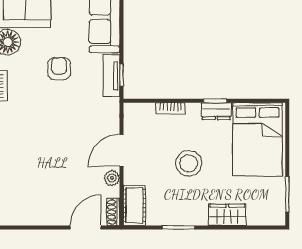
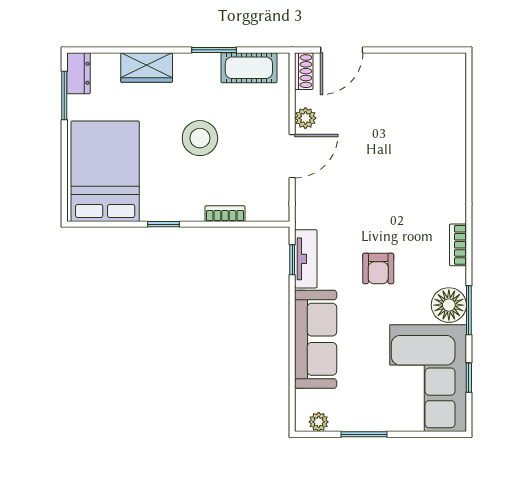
dresser: (216, 111) -> (78, 73), moved, turned 90
cot: (134, 205) -> (249, 68), moved, turned 90

